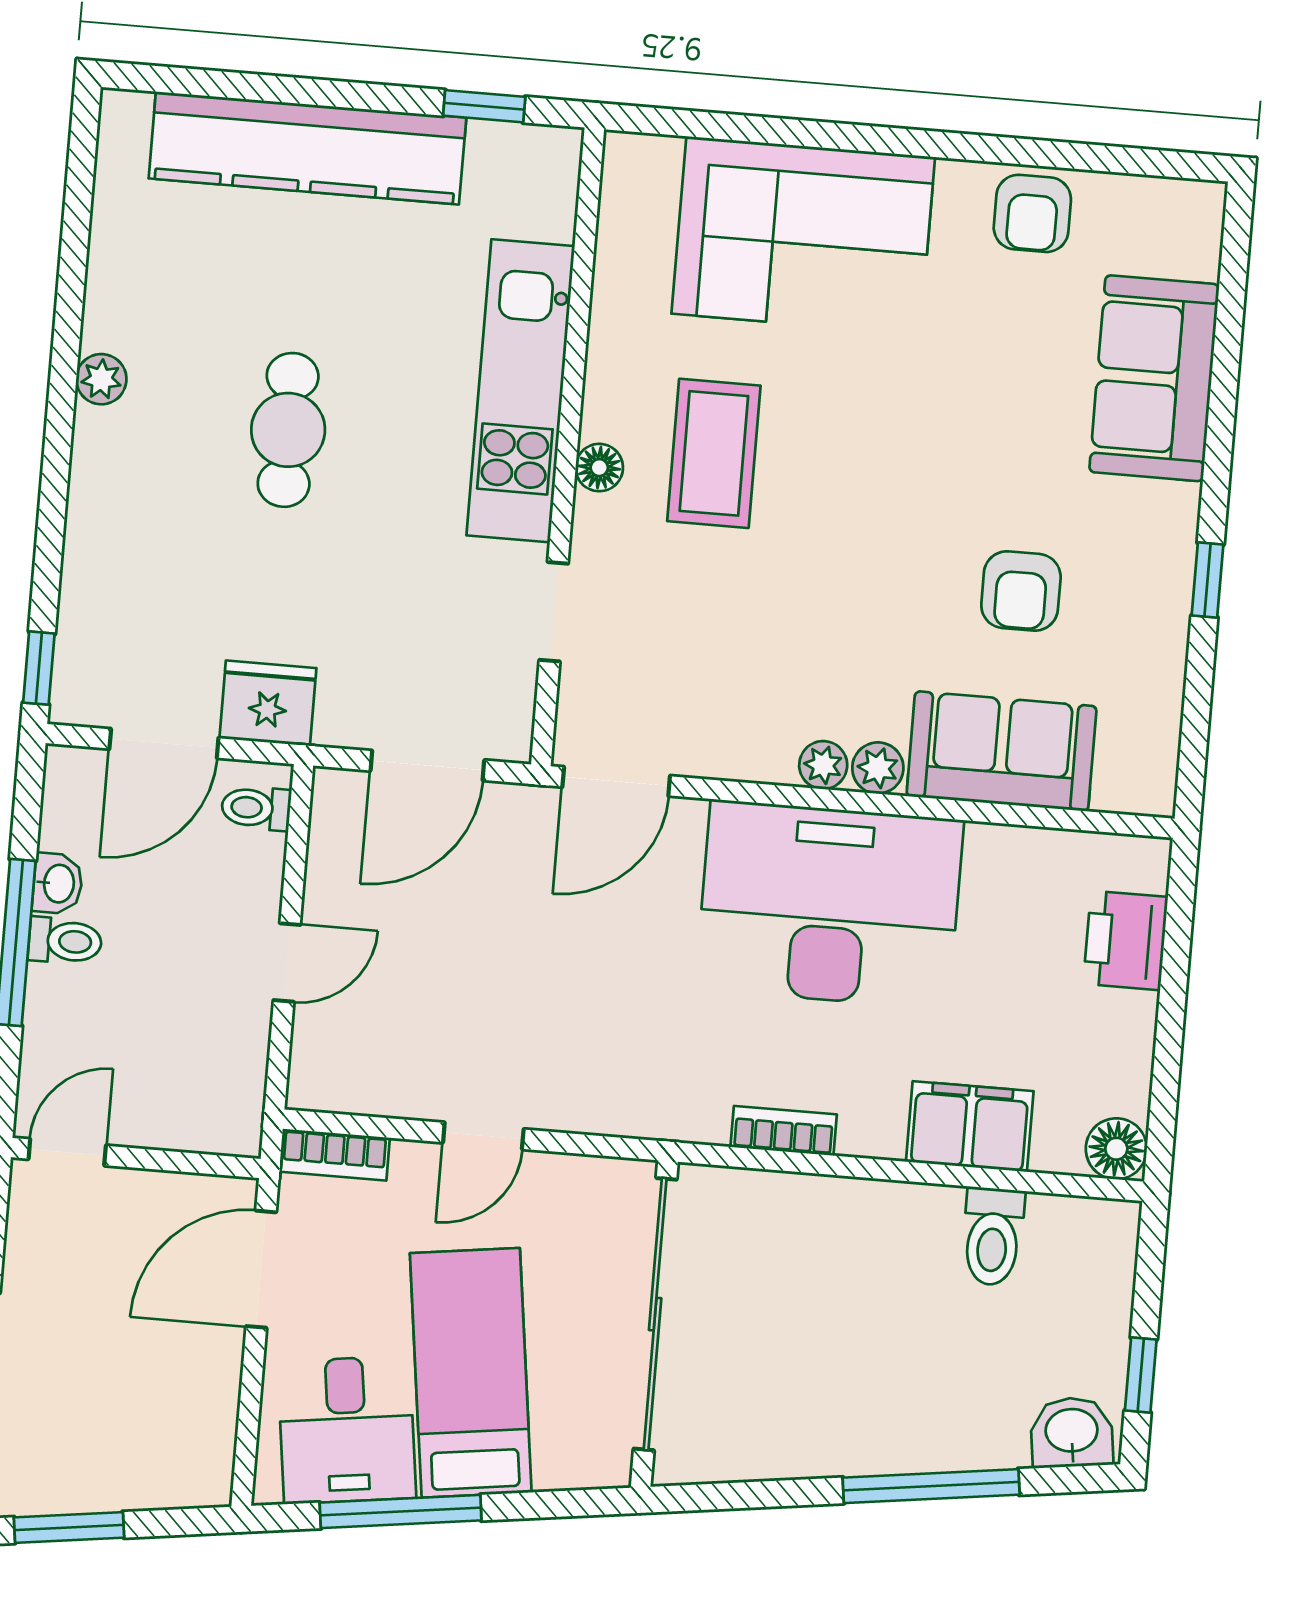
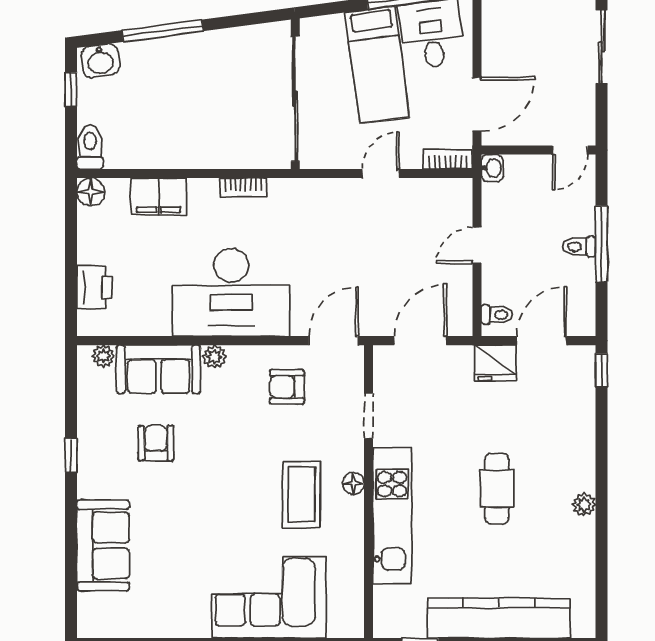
armchair: (1032, 213) -> (287, 387), moved, turned -90
plant: (823, 765) -> (103, 356), moved
washbasin: (58, 883) -> (492, 168), moved, turned 180
toilet: (993, 1236) -> (90, 147), moved

